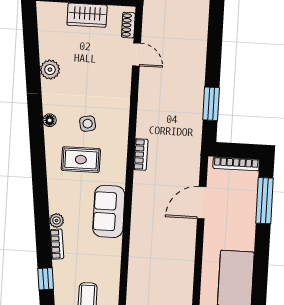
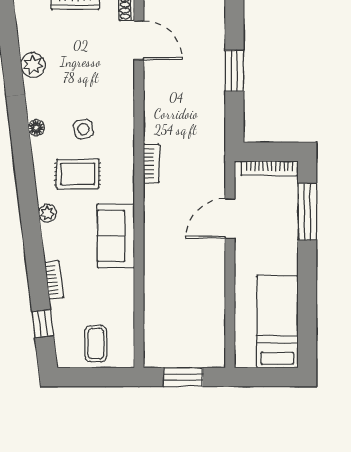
door: (137, 54) -> (139, 40), width x1.38
window: (211, 104) -> (234, 71), moved
plant: (57, 220) -> (47, 213), moved

